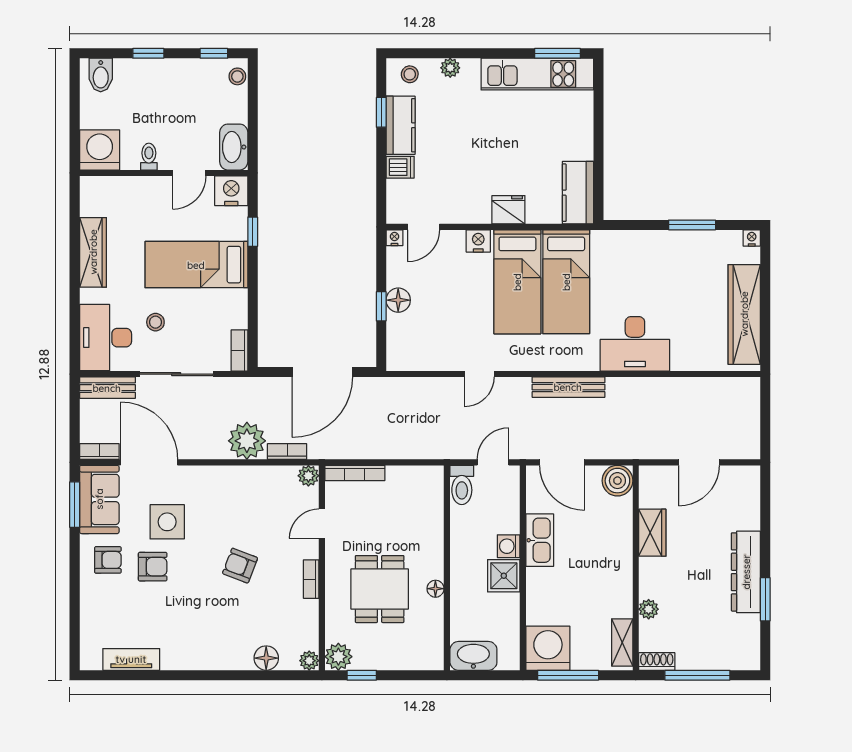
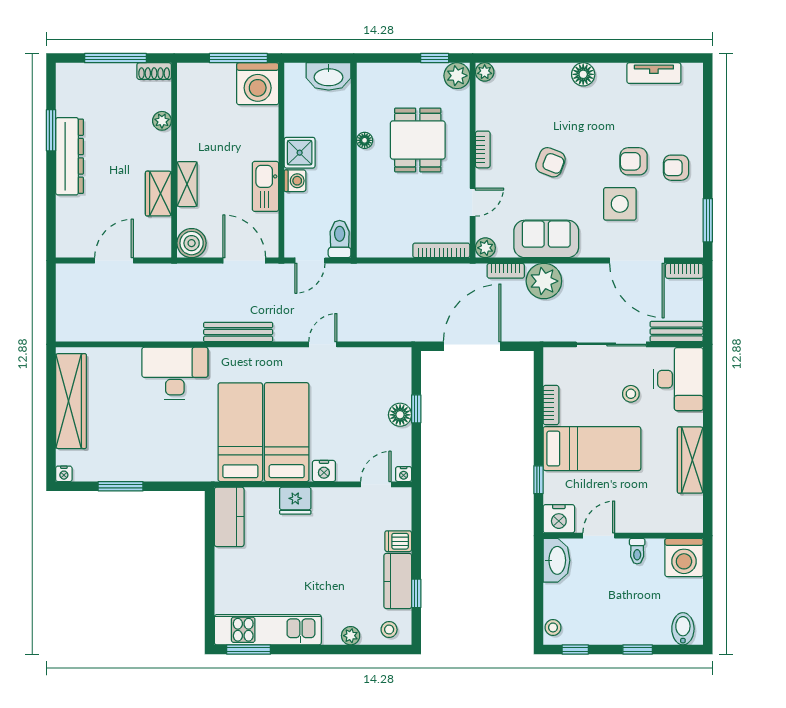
bookcase: (240, 350) -> (551, 405), moved
sofa: (99, 499) -> (546, 239), moved, turned 90
shelving: (622, 642) -> (187, 184), moved
floor lamp: (266, 658) -> (583, 74), moved

